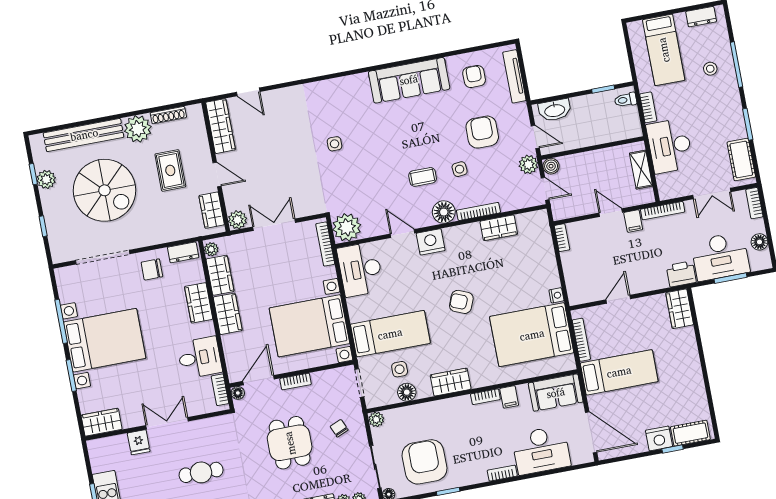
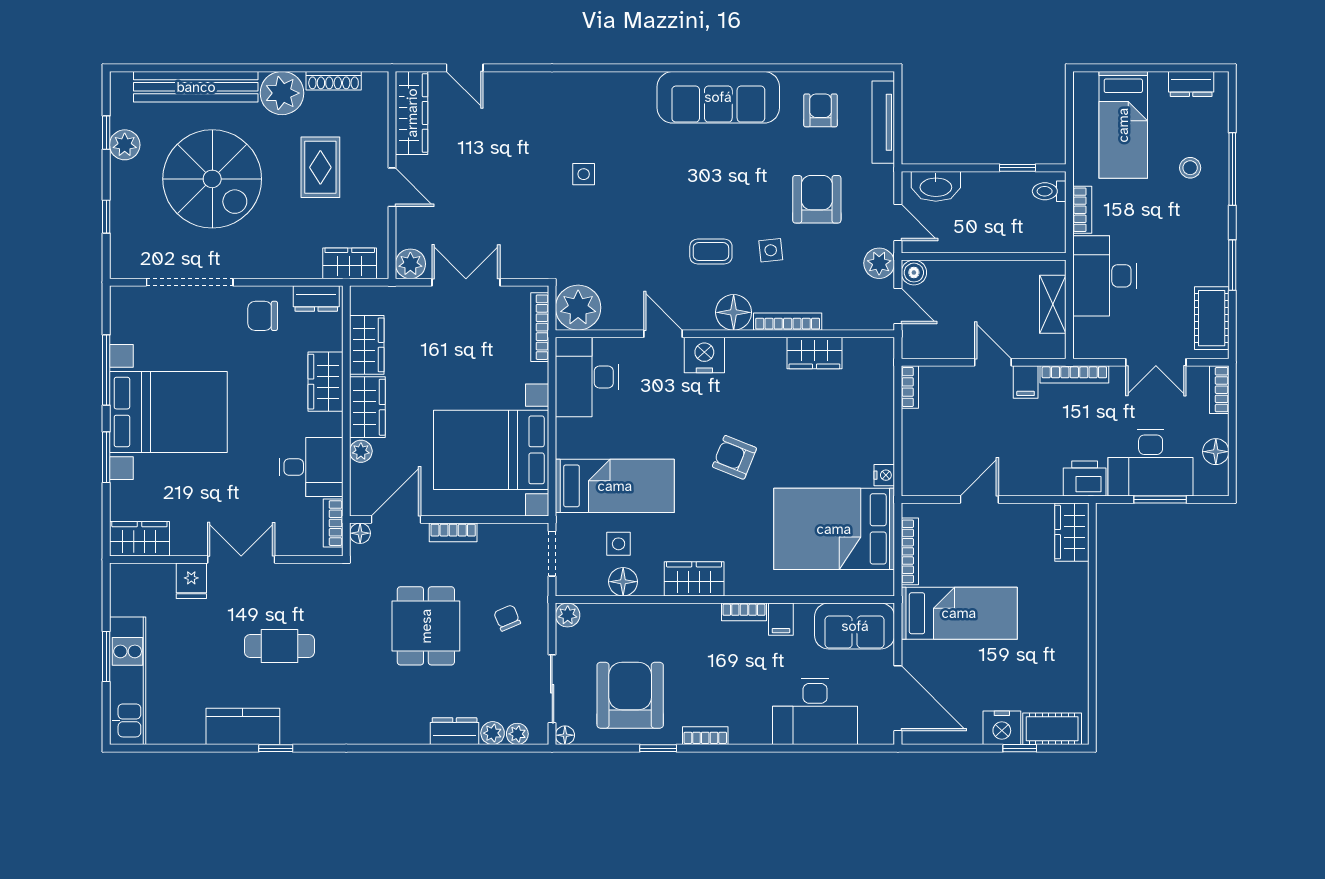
wardrobe: (212, 210) -> (350, 263), moved, turned 90
plant: (211, 249) -> (361, 451), moved
bookcase: (502, 473) -> (705, 736), moved

